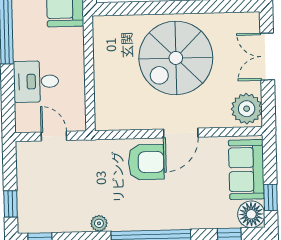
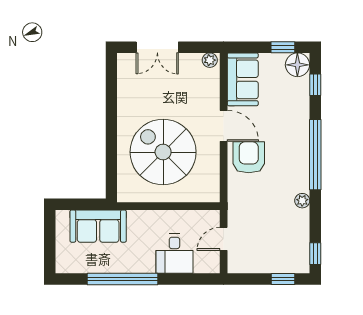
spiral stairs: (176, 58) -> (163, 152), moved, turned 180
plant: (247, 109) -> (210, 60), width x0.53, depth x0.53
sofa: (246, 169) -> (243, 79), moved, turned -90

